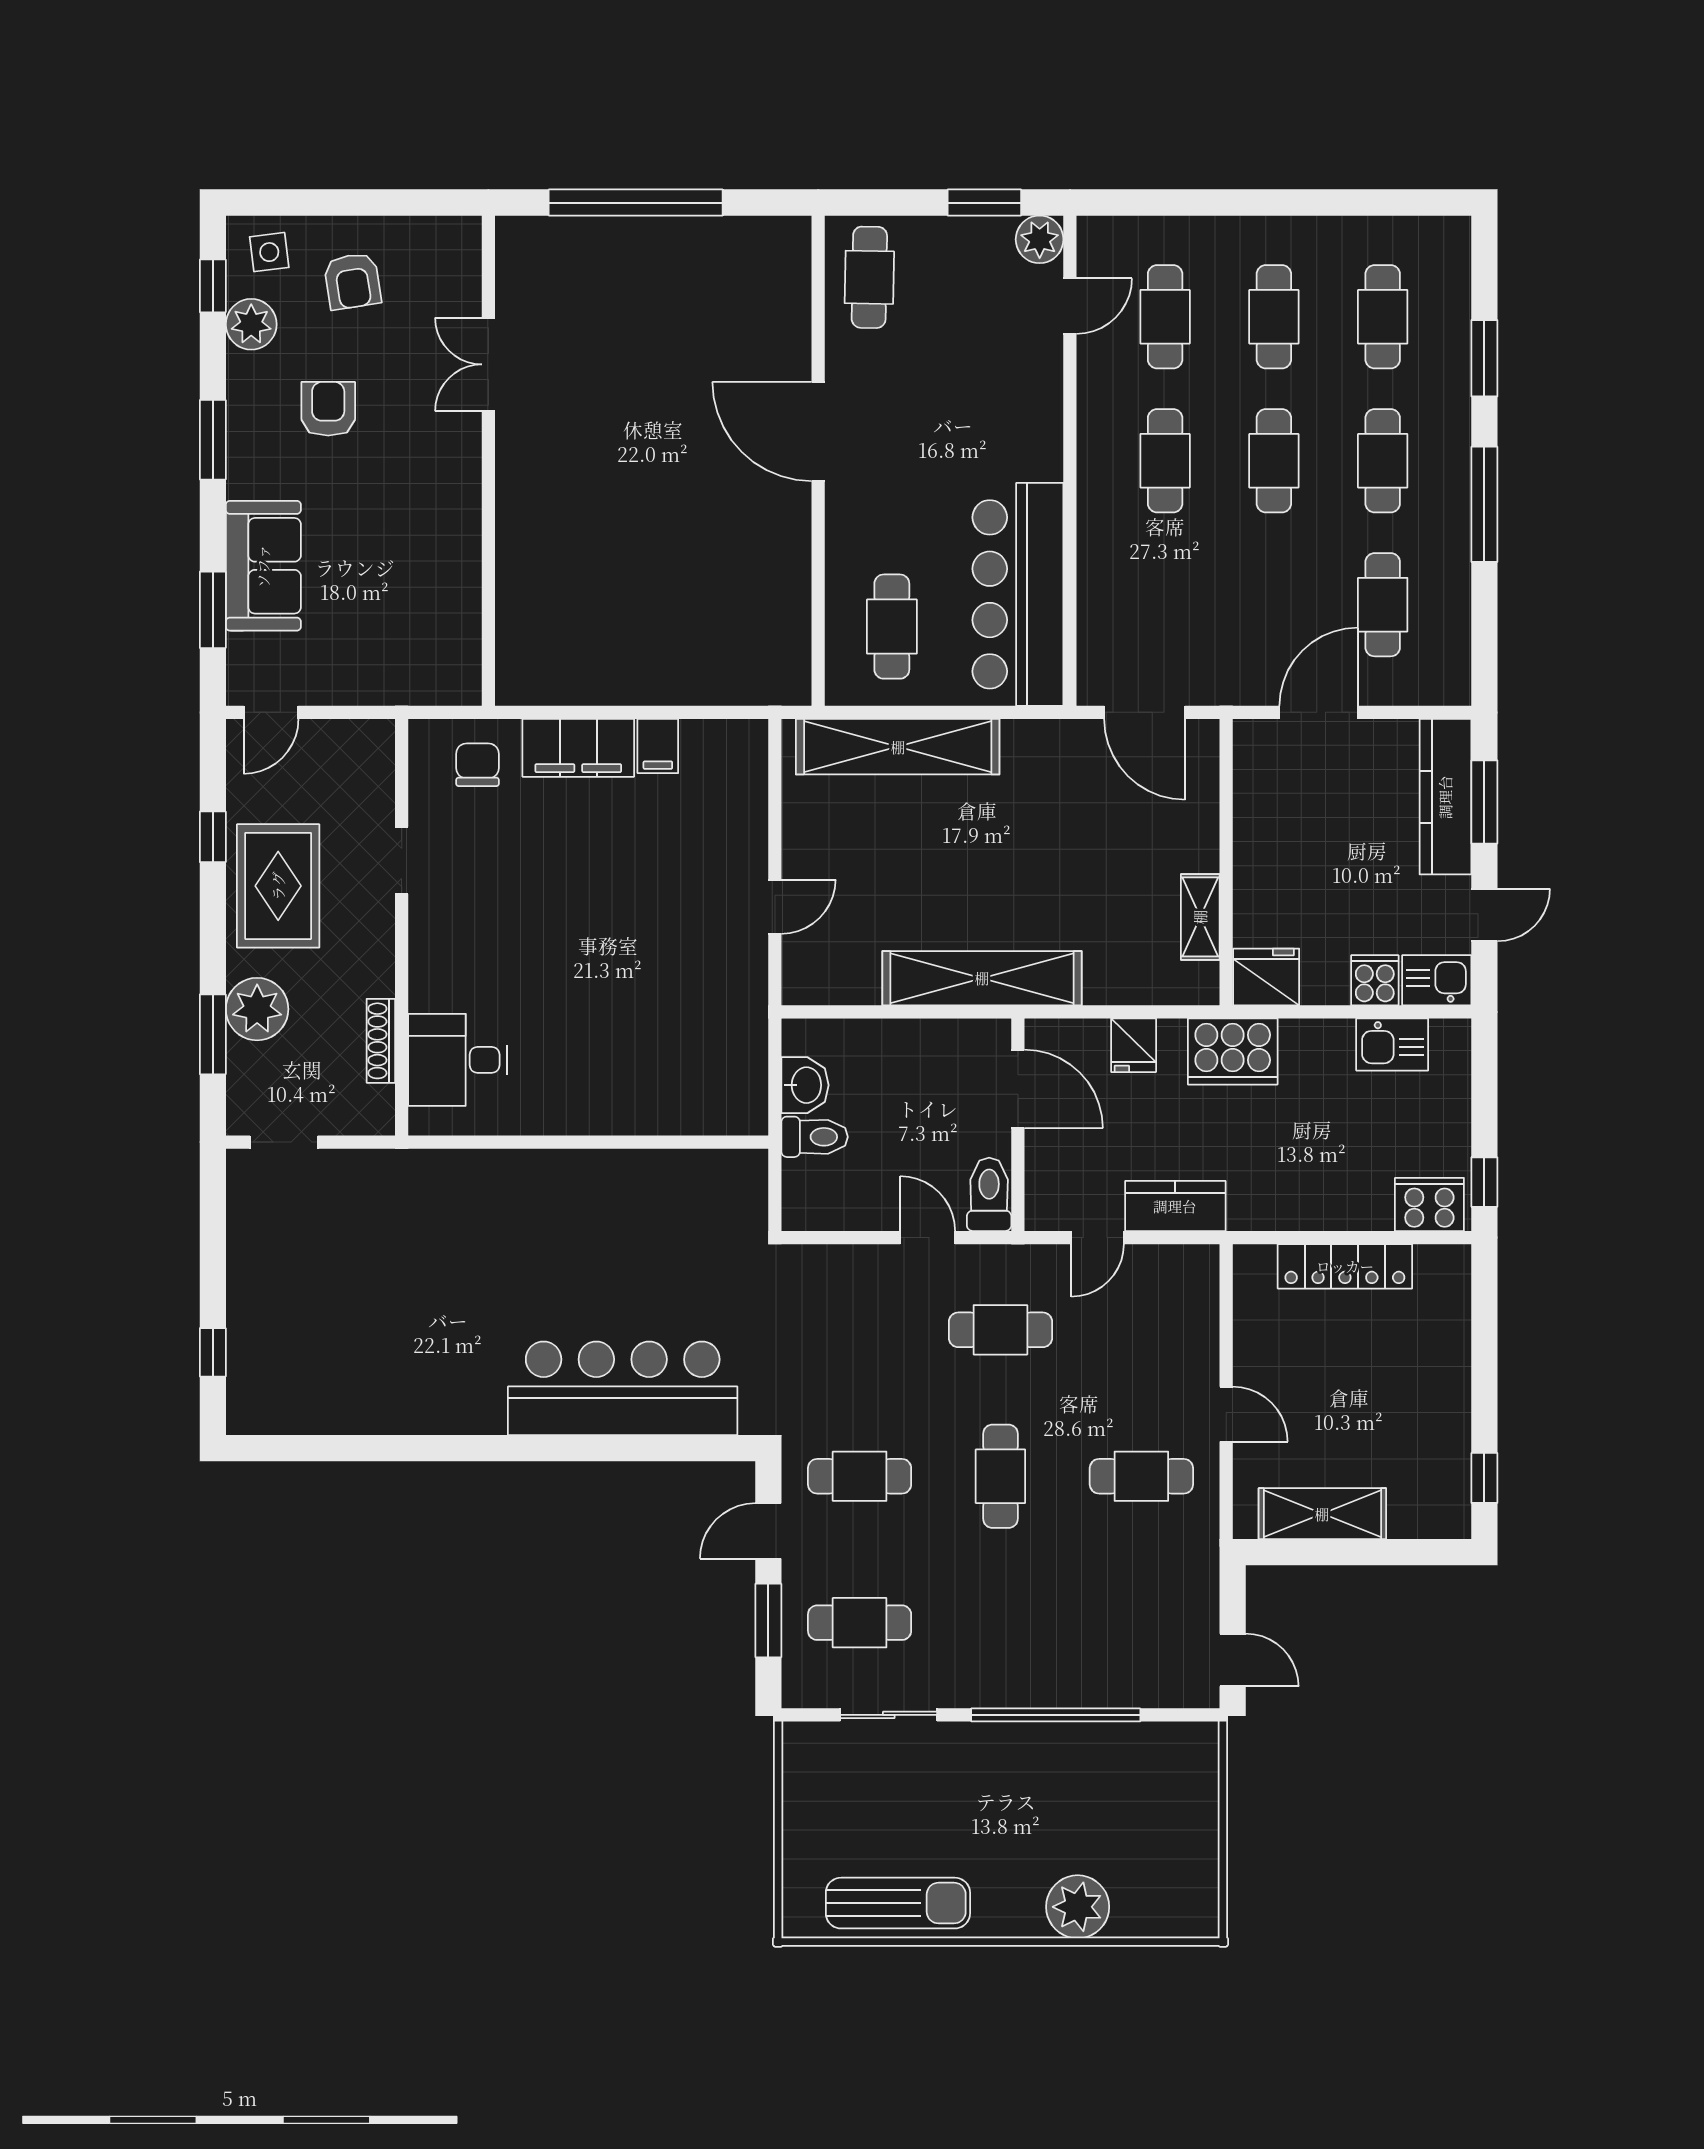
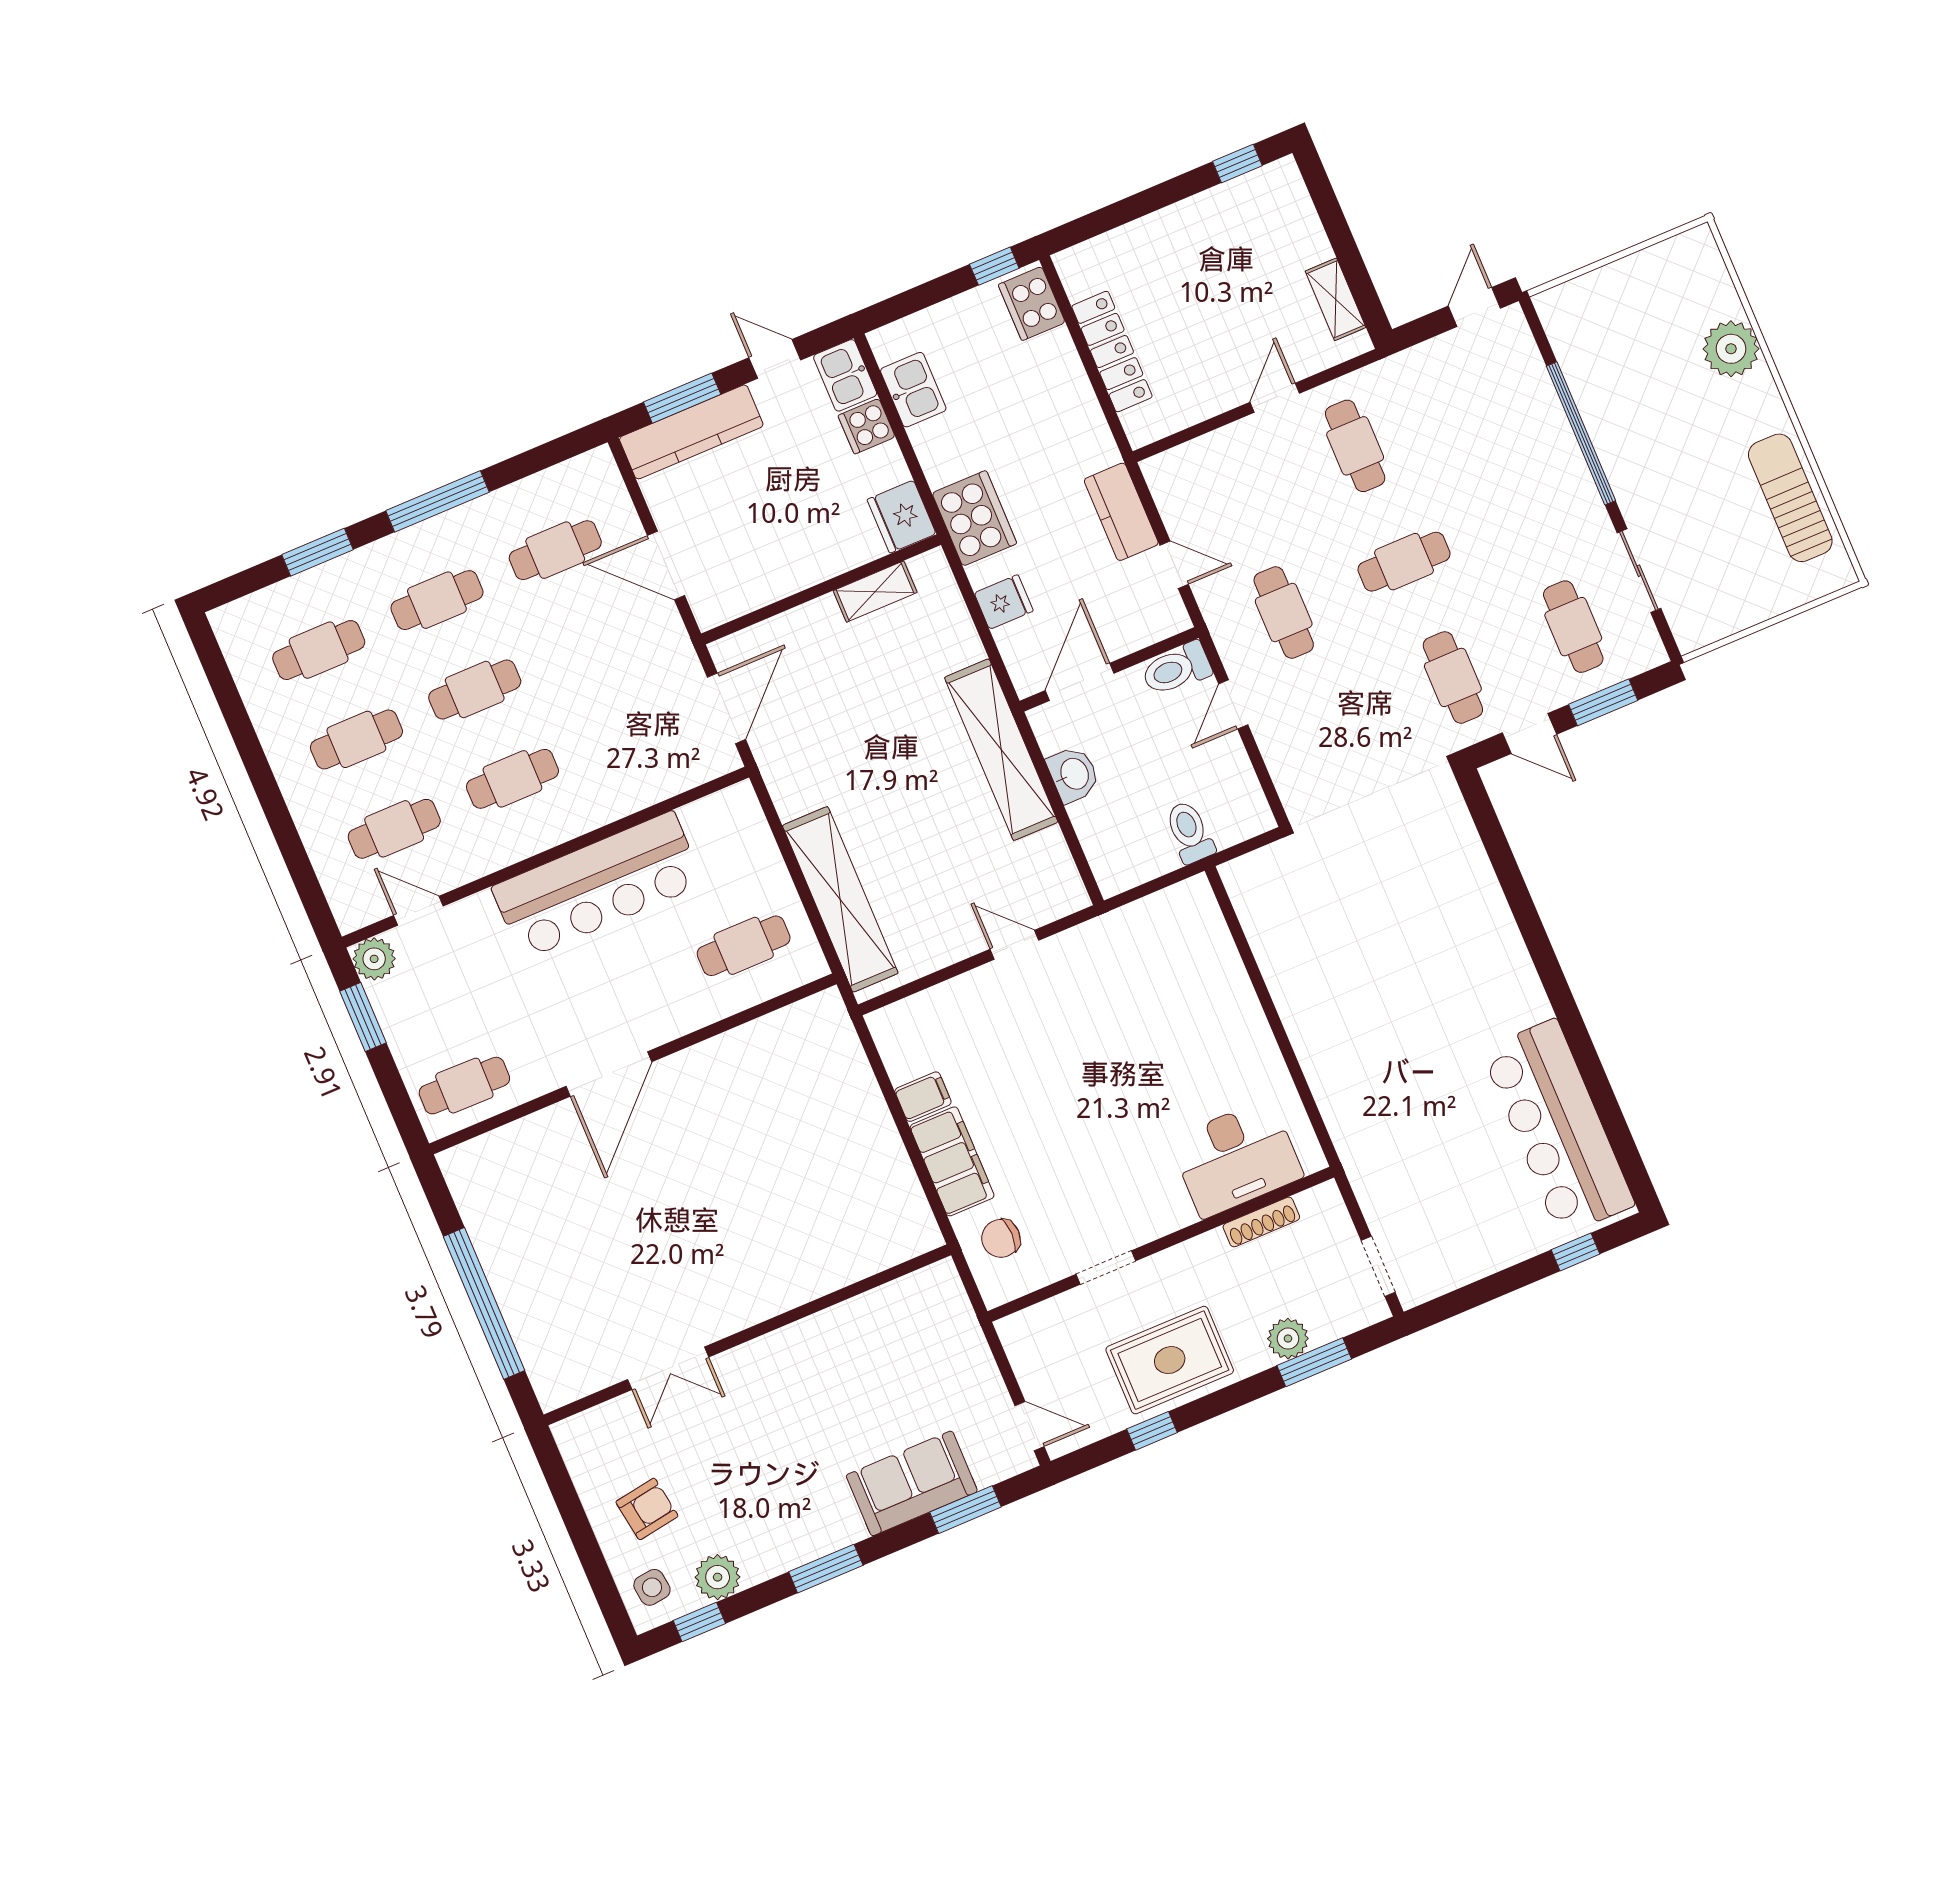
armchair: (328, 409) -> (760, 1485), removed
bar counter: (1018, 594) -> (598, 885), moved
plant: (257, 1009) -> (1288, 1339), width x0.73, depth x0.73
desk: (458, 1060) -> (1236, 1158), width x1.37
washbasin: (805, 1085) -> (1073, 774), moved, turned 90
bar counter: (623, 1388) -> (1558, 1127), moved
shelving: (1322, 1514) -> (1336, 299), width x0.67, depth x0.75

